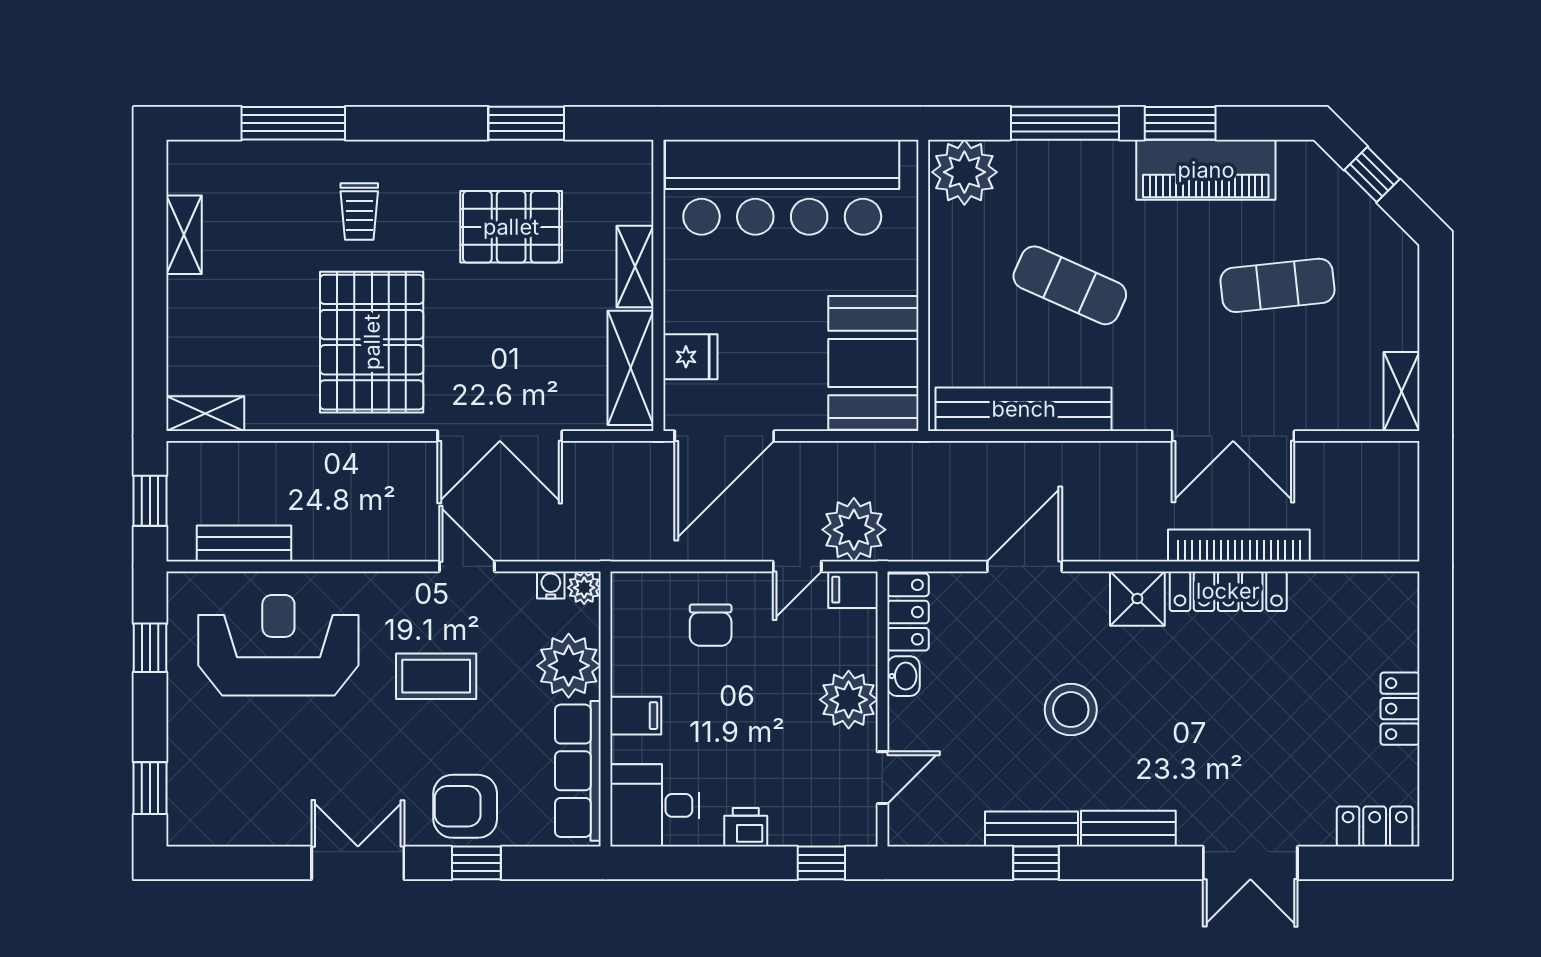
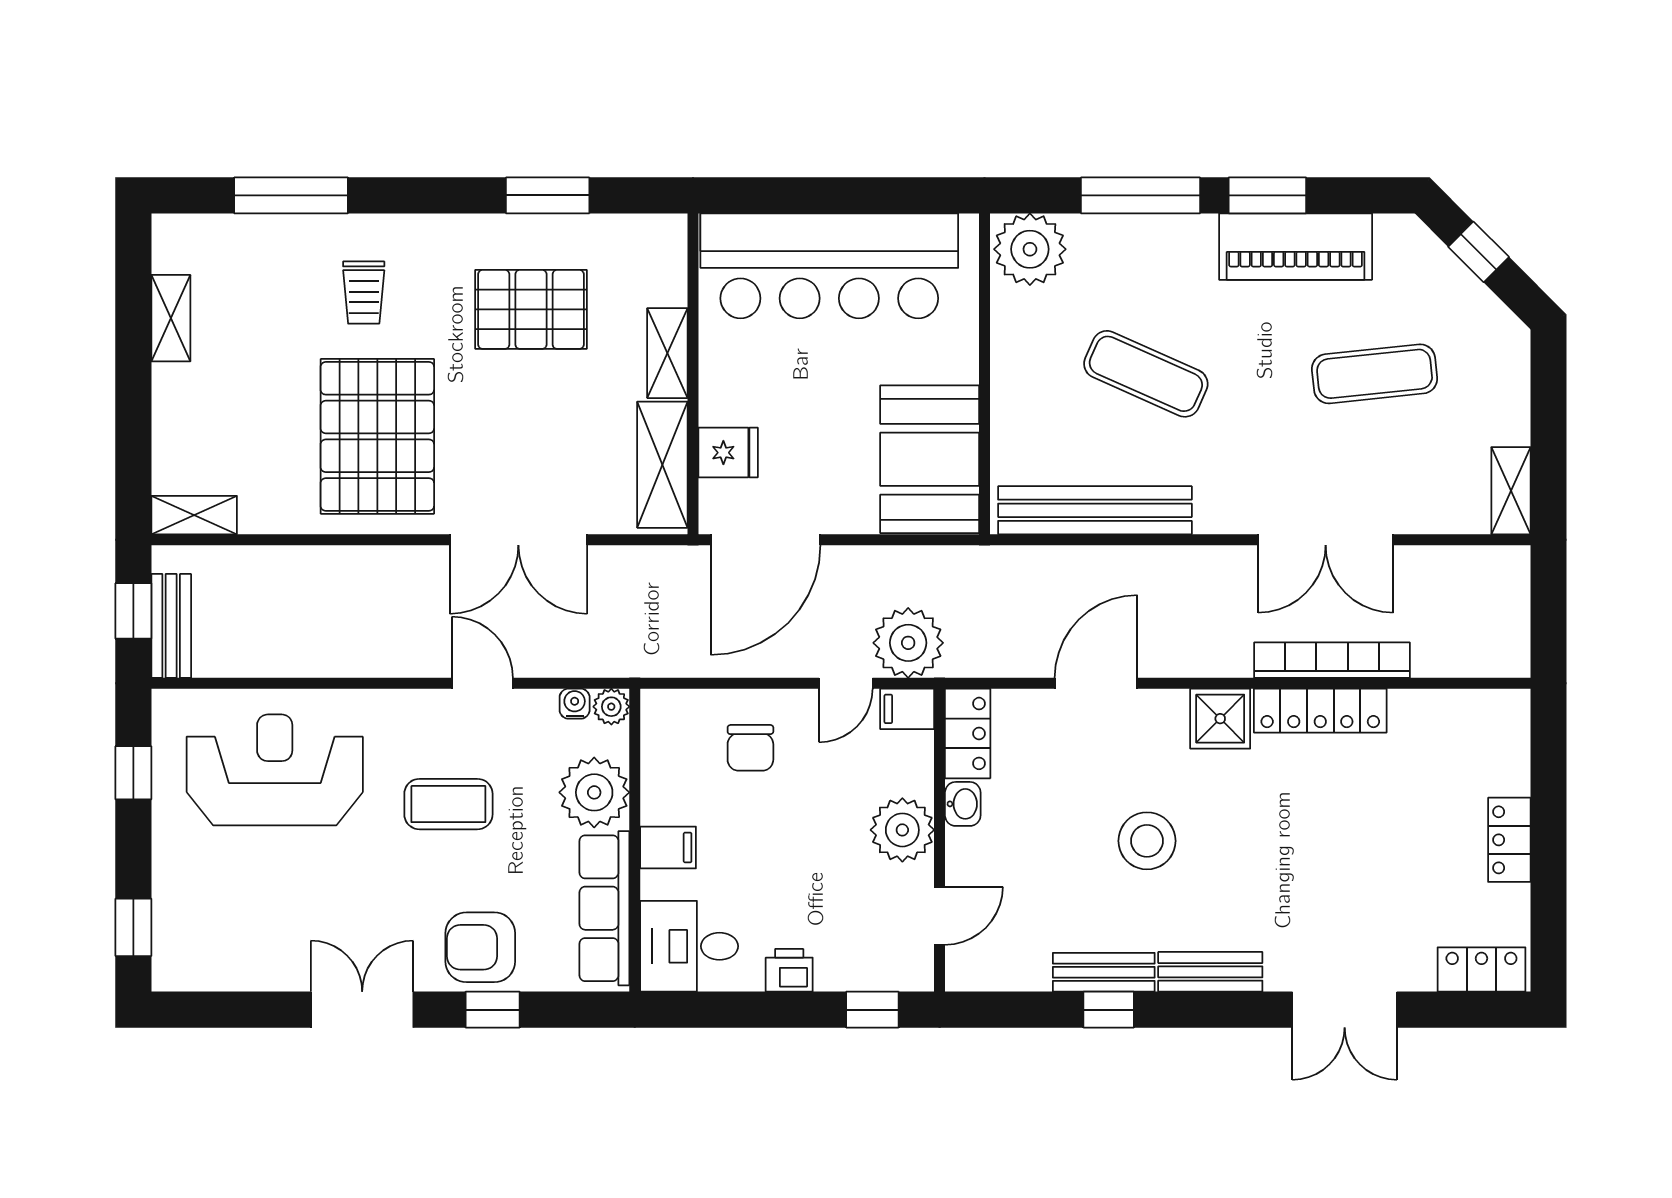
bench: (244, 543) -> (171, 626), moved, turned 90

